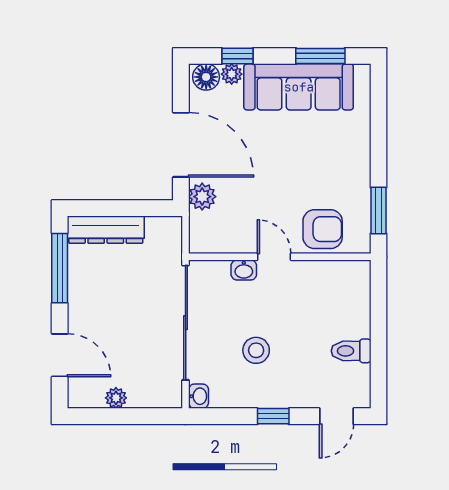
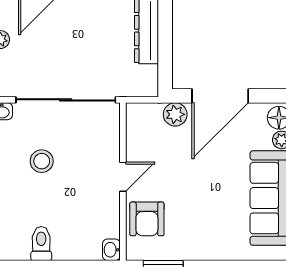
washbasin: (244, 270) -> (111, 250), moved

